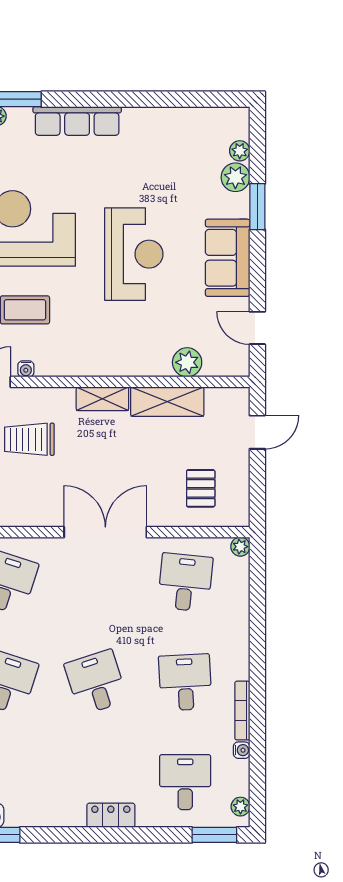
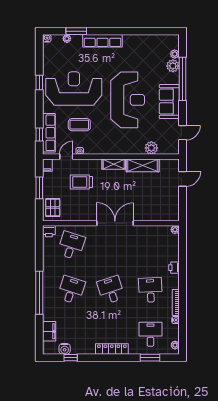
window: (257, 207) -> (182, 79), width x2.11
reception desk: (134, 254) -> (128, 100), width x1.36, depth x1.30
door: (257, 328) -> (182, 133), swing flipped
pallet: (201, 488) -> (157, 204), removed
desk: (185, 582) -> (150, 246), removed
printer: (238, 632) -> (174, 268), added
locker: (111, 815) -> (112, 349), width x1.53
window: (214, 835) -> (150, 358), moved

